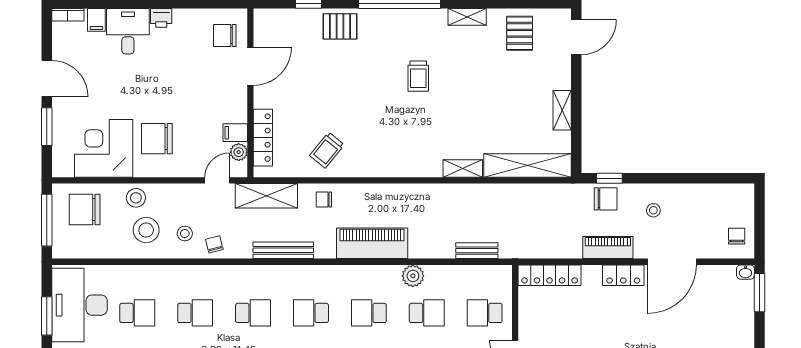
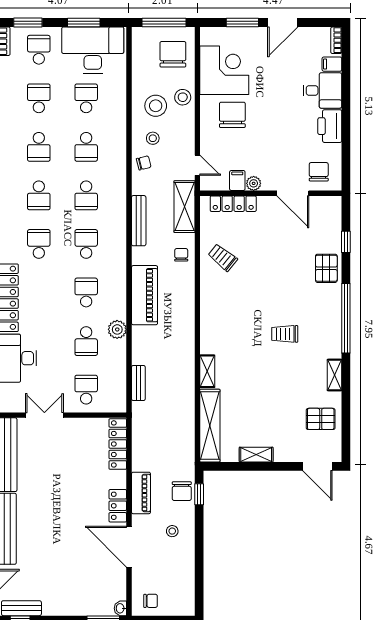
printer: (161, 18) -> (330, 126), width x1.87, depth x1.48
plant: (239, 152) -> (254, 183), moved
school desk: (137, 313) -> (86, 98), turned 180

